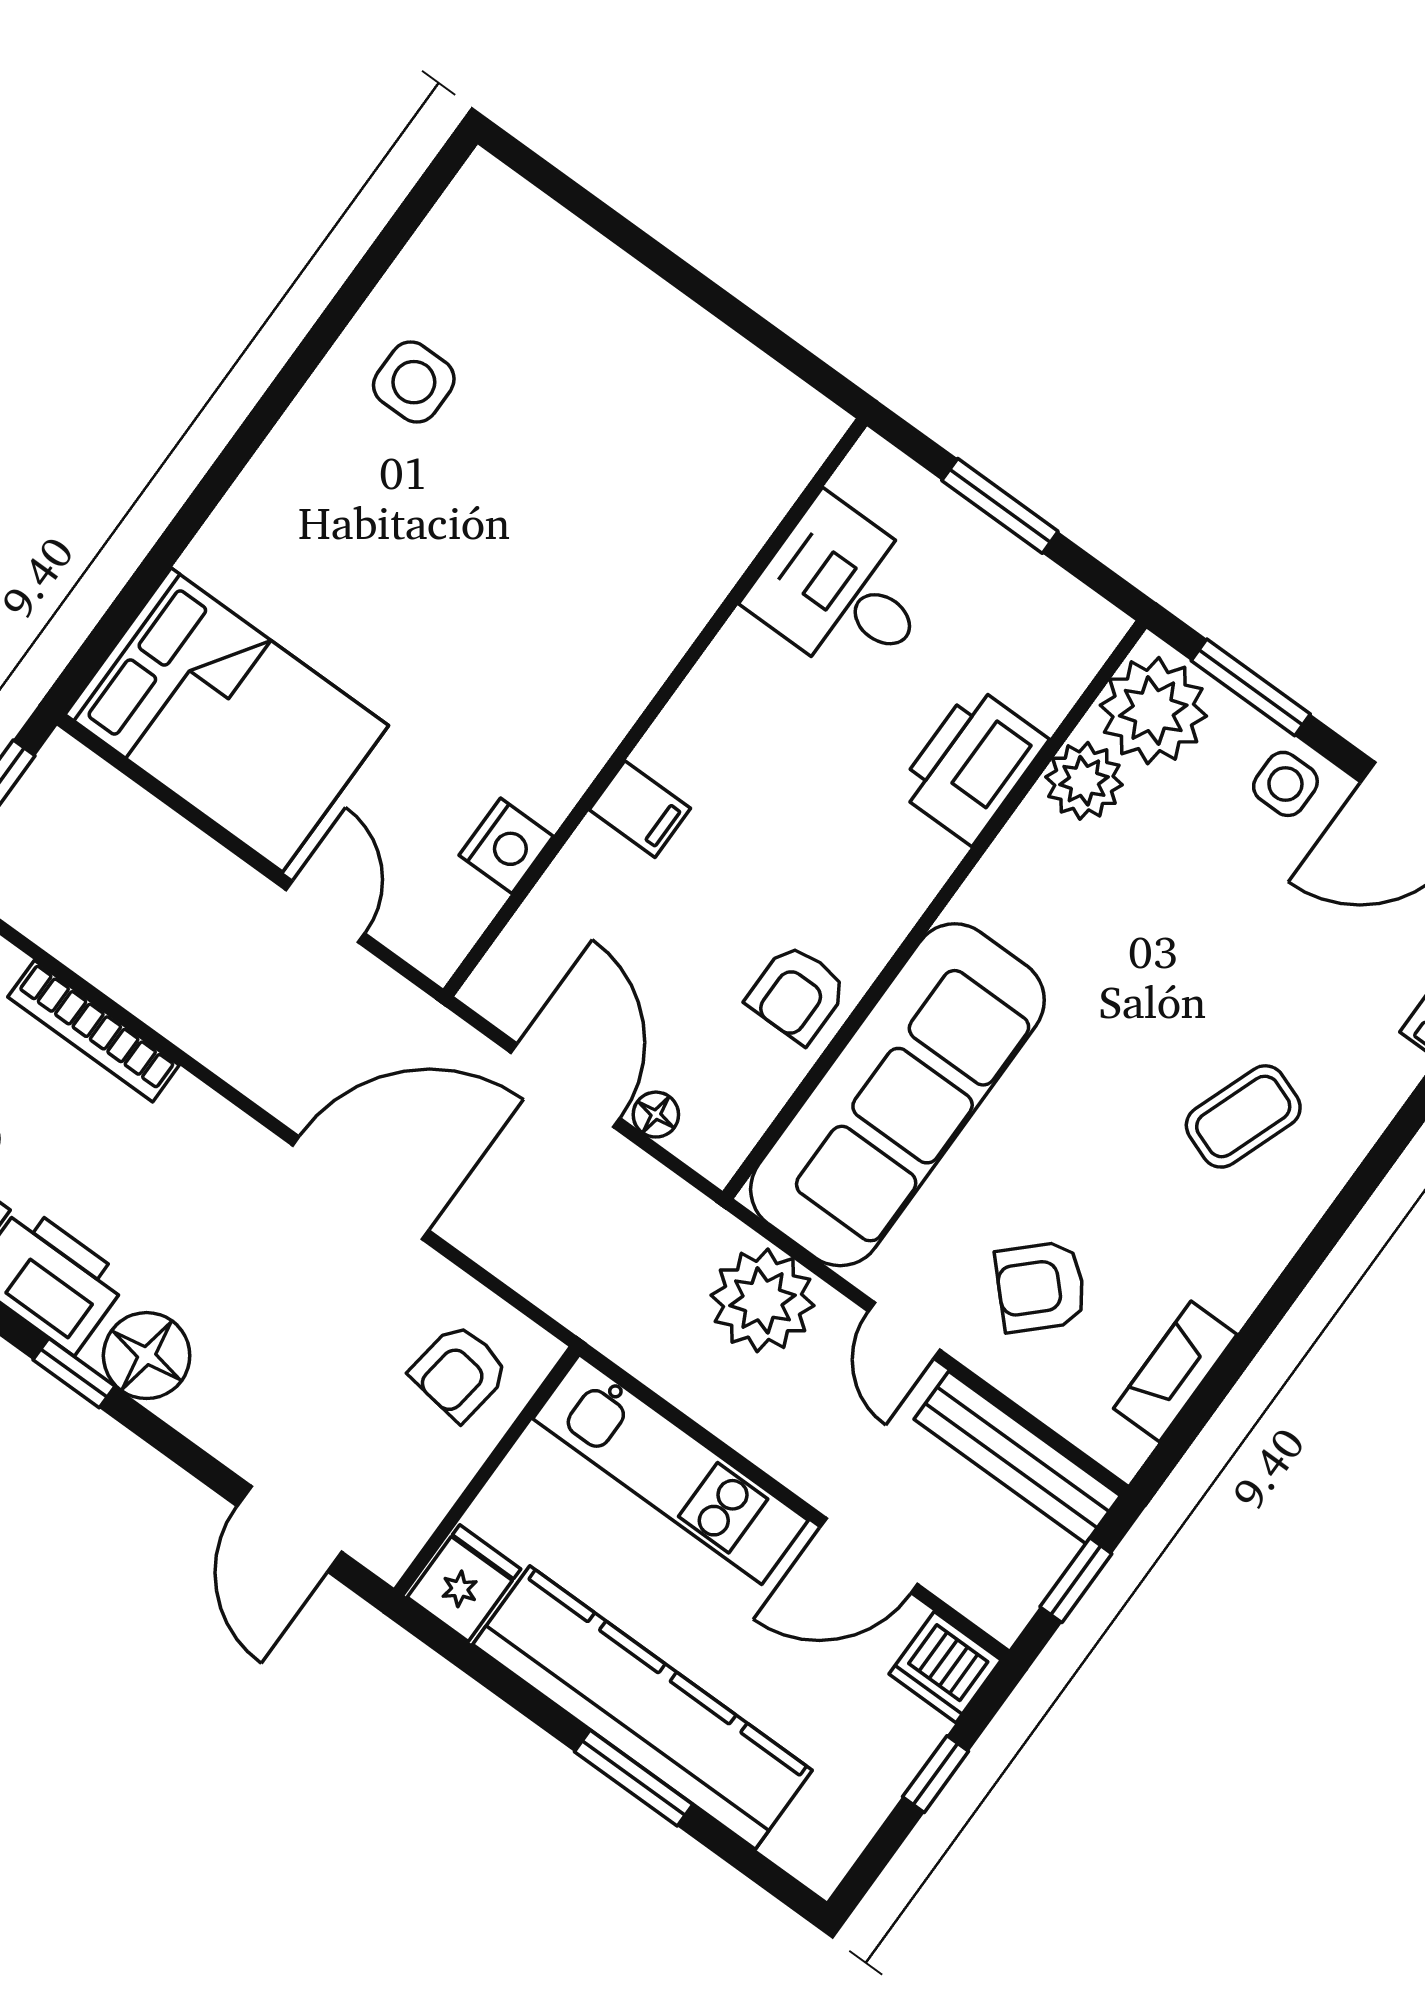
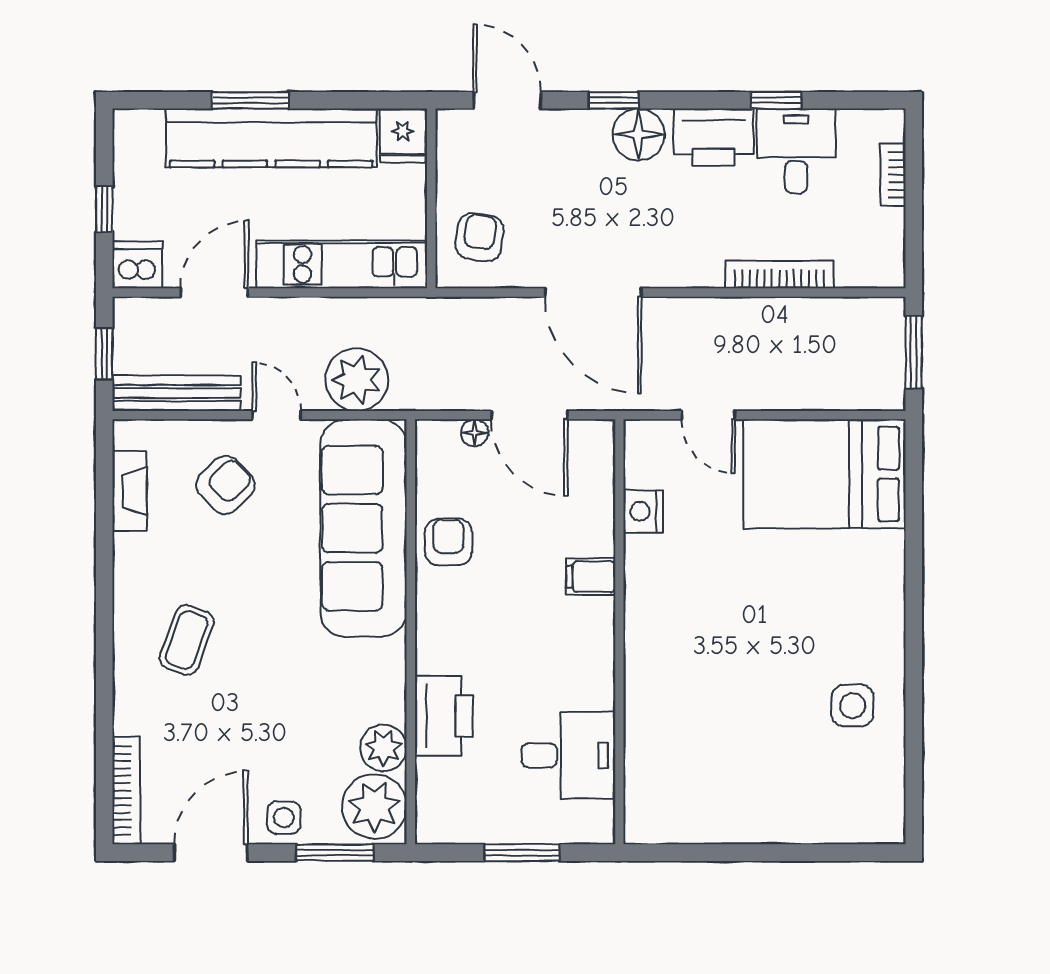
door: (361, 1188) -> (593, 292), hinge flipped
window: (74, 1373) -> (614, 100), moved

